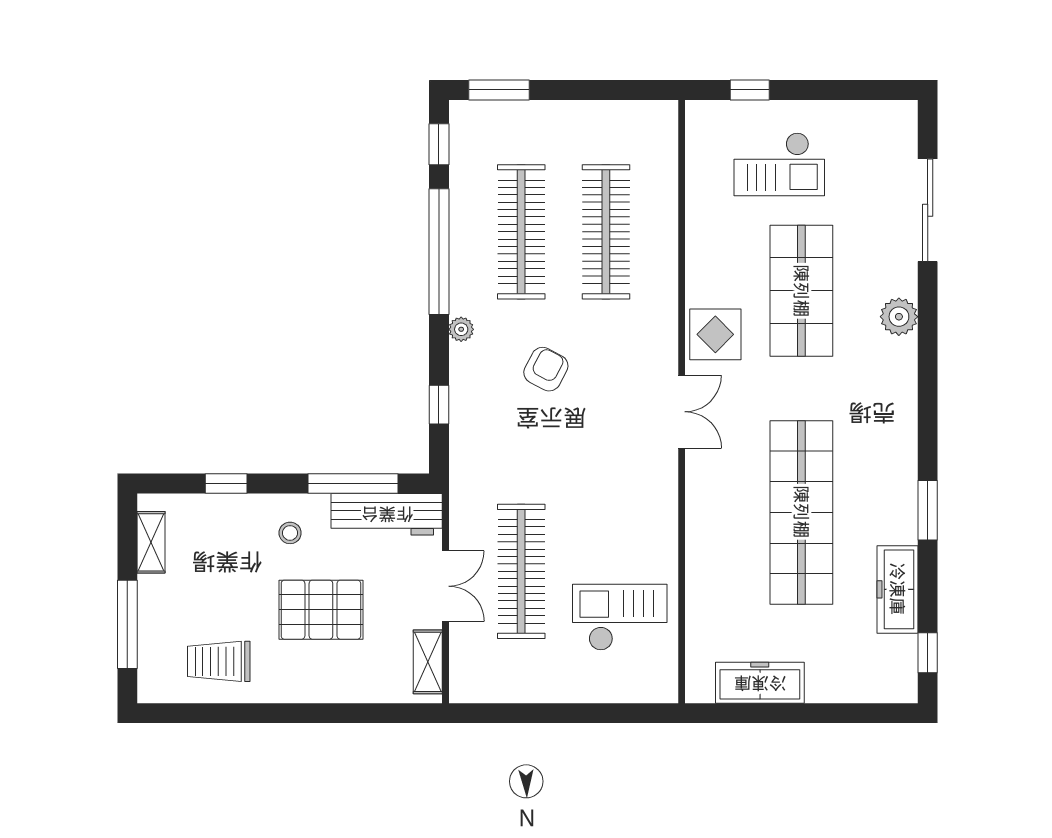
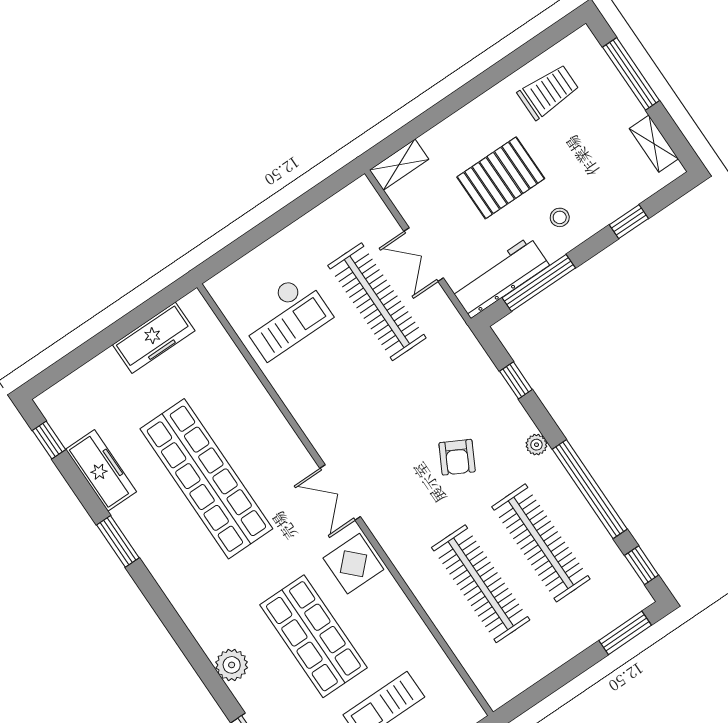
shelving: (428, 662) -> (399, 165), moved, turned 90

